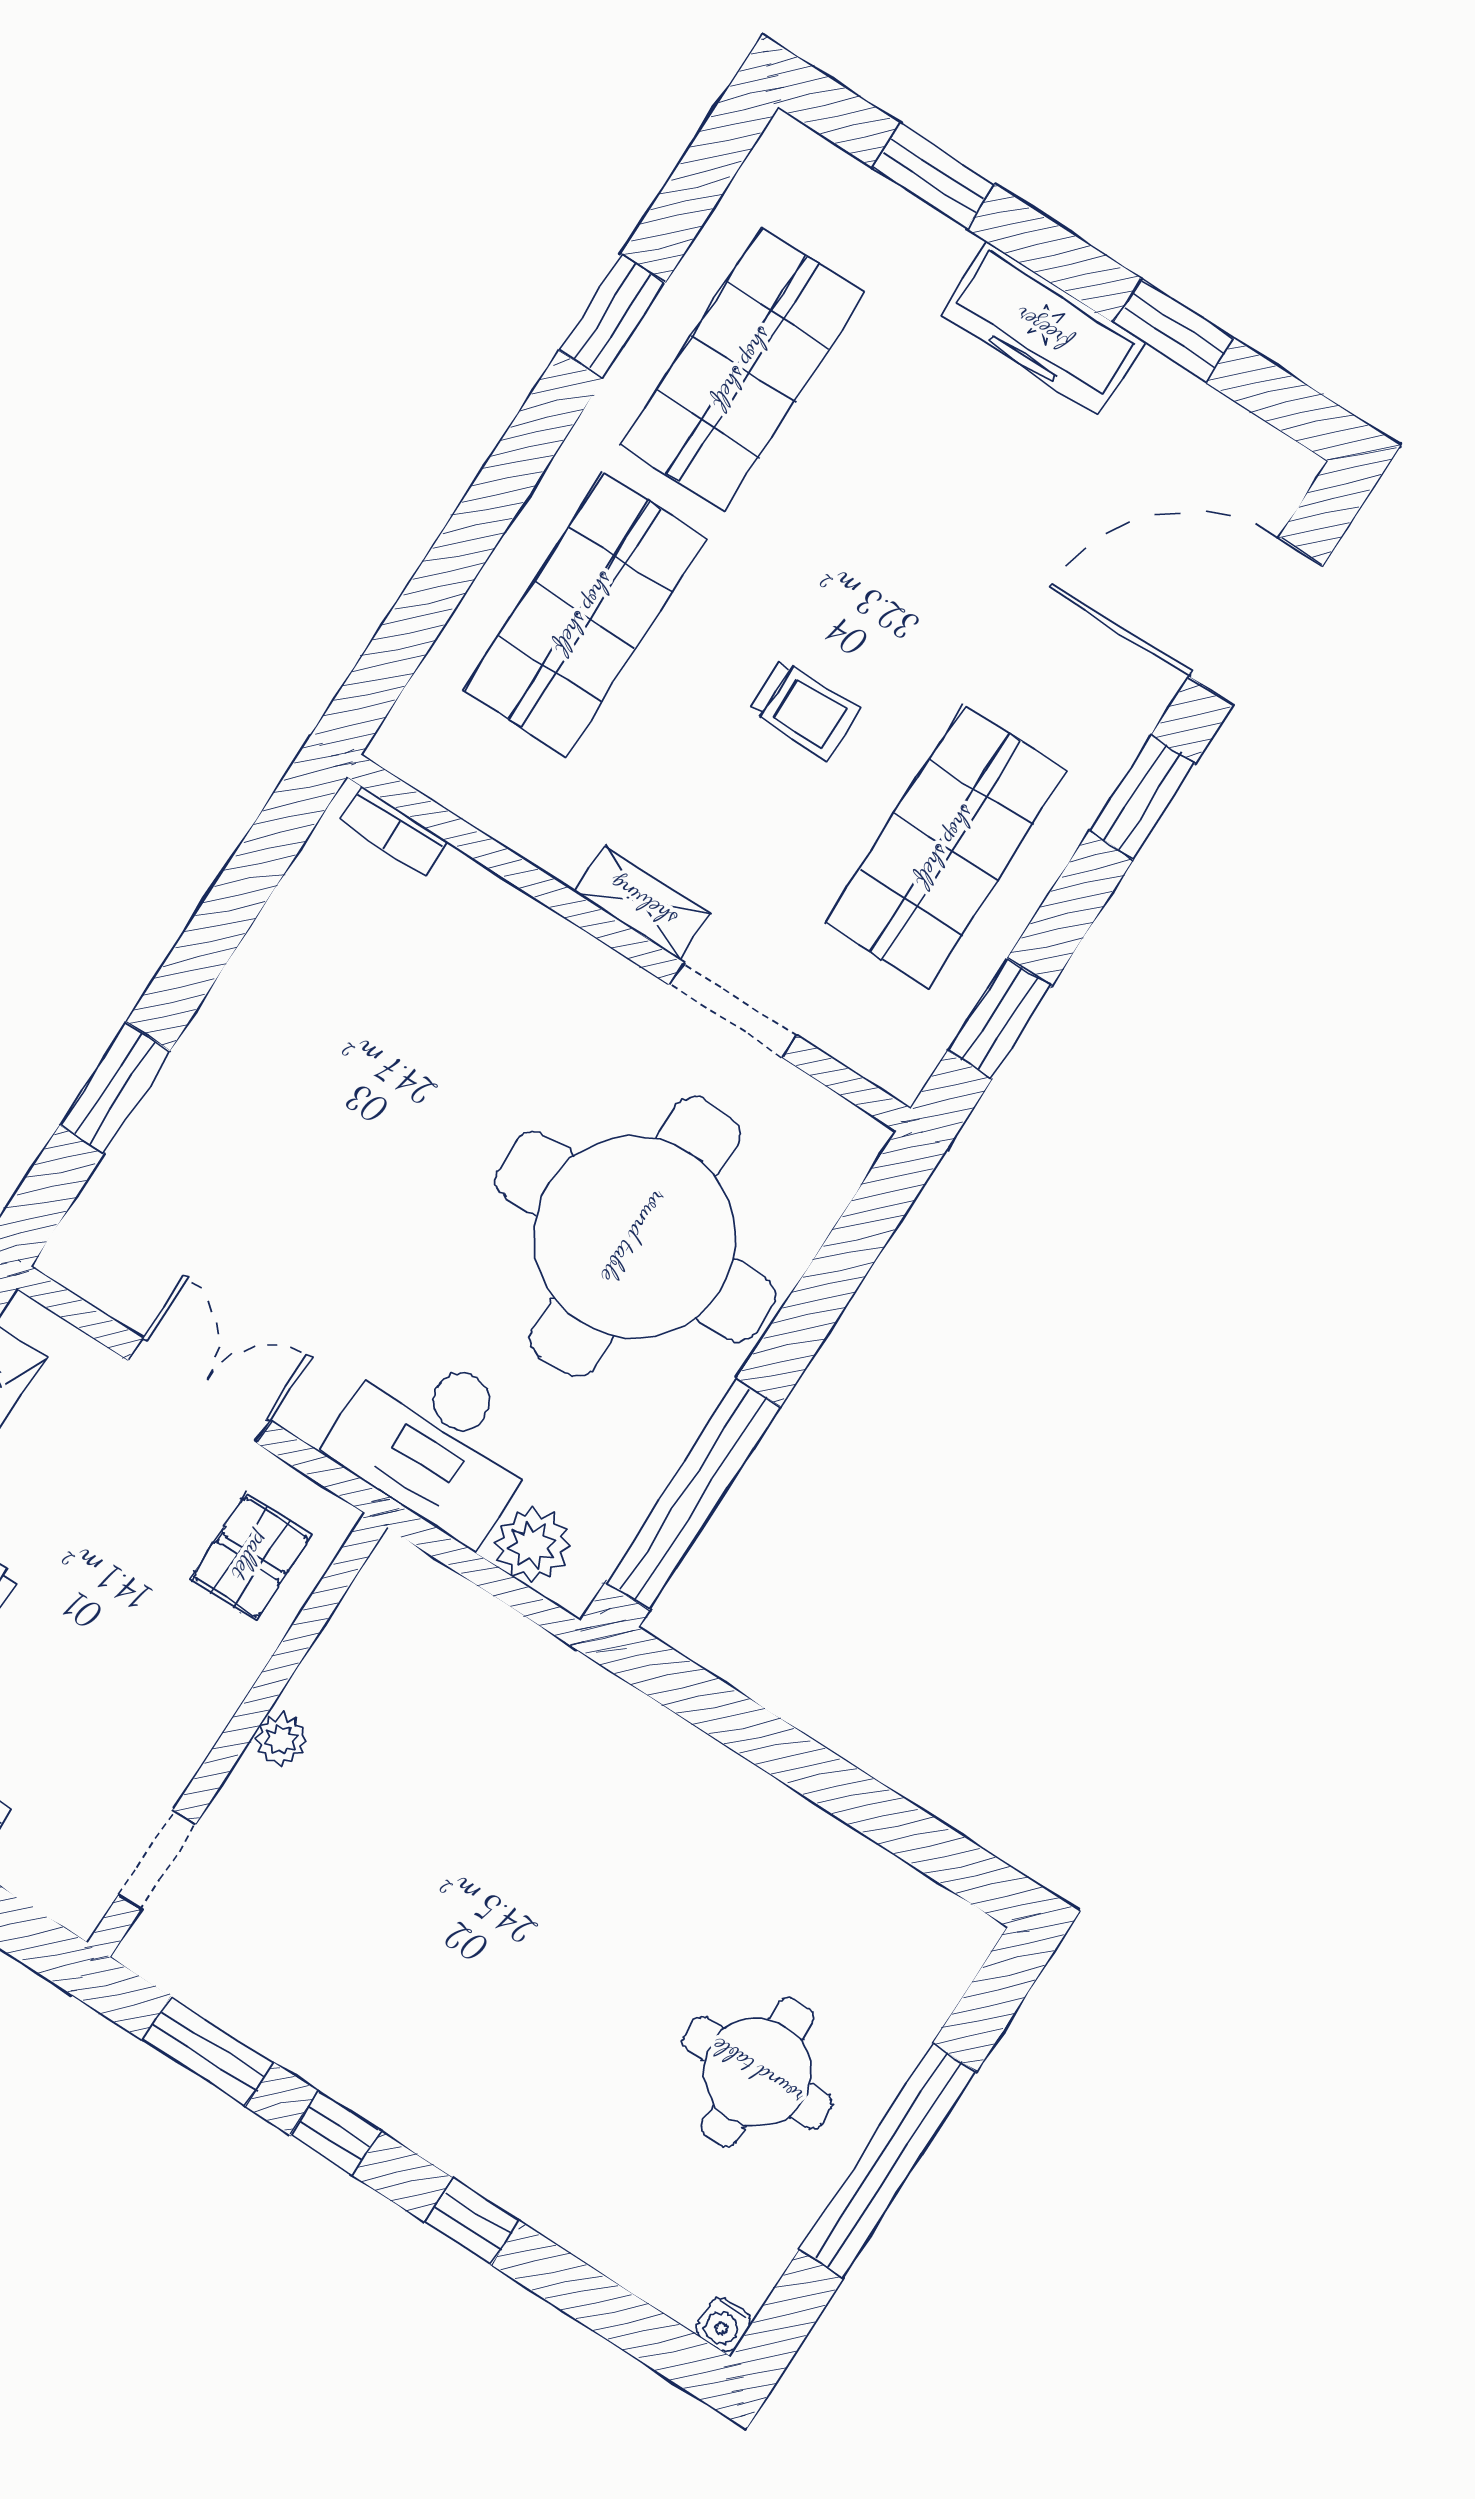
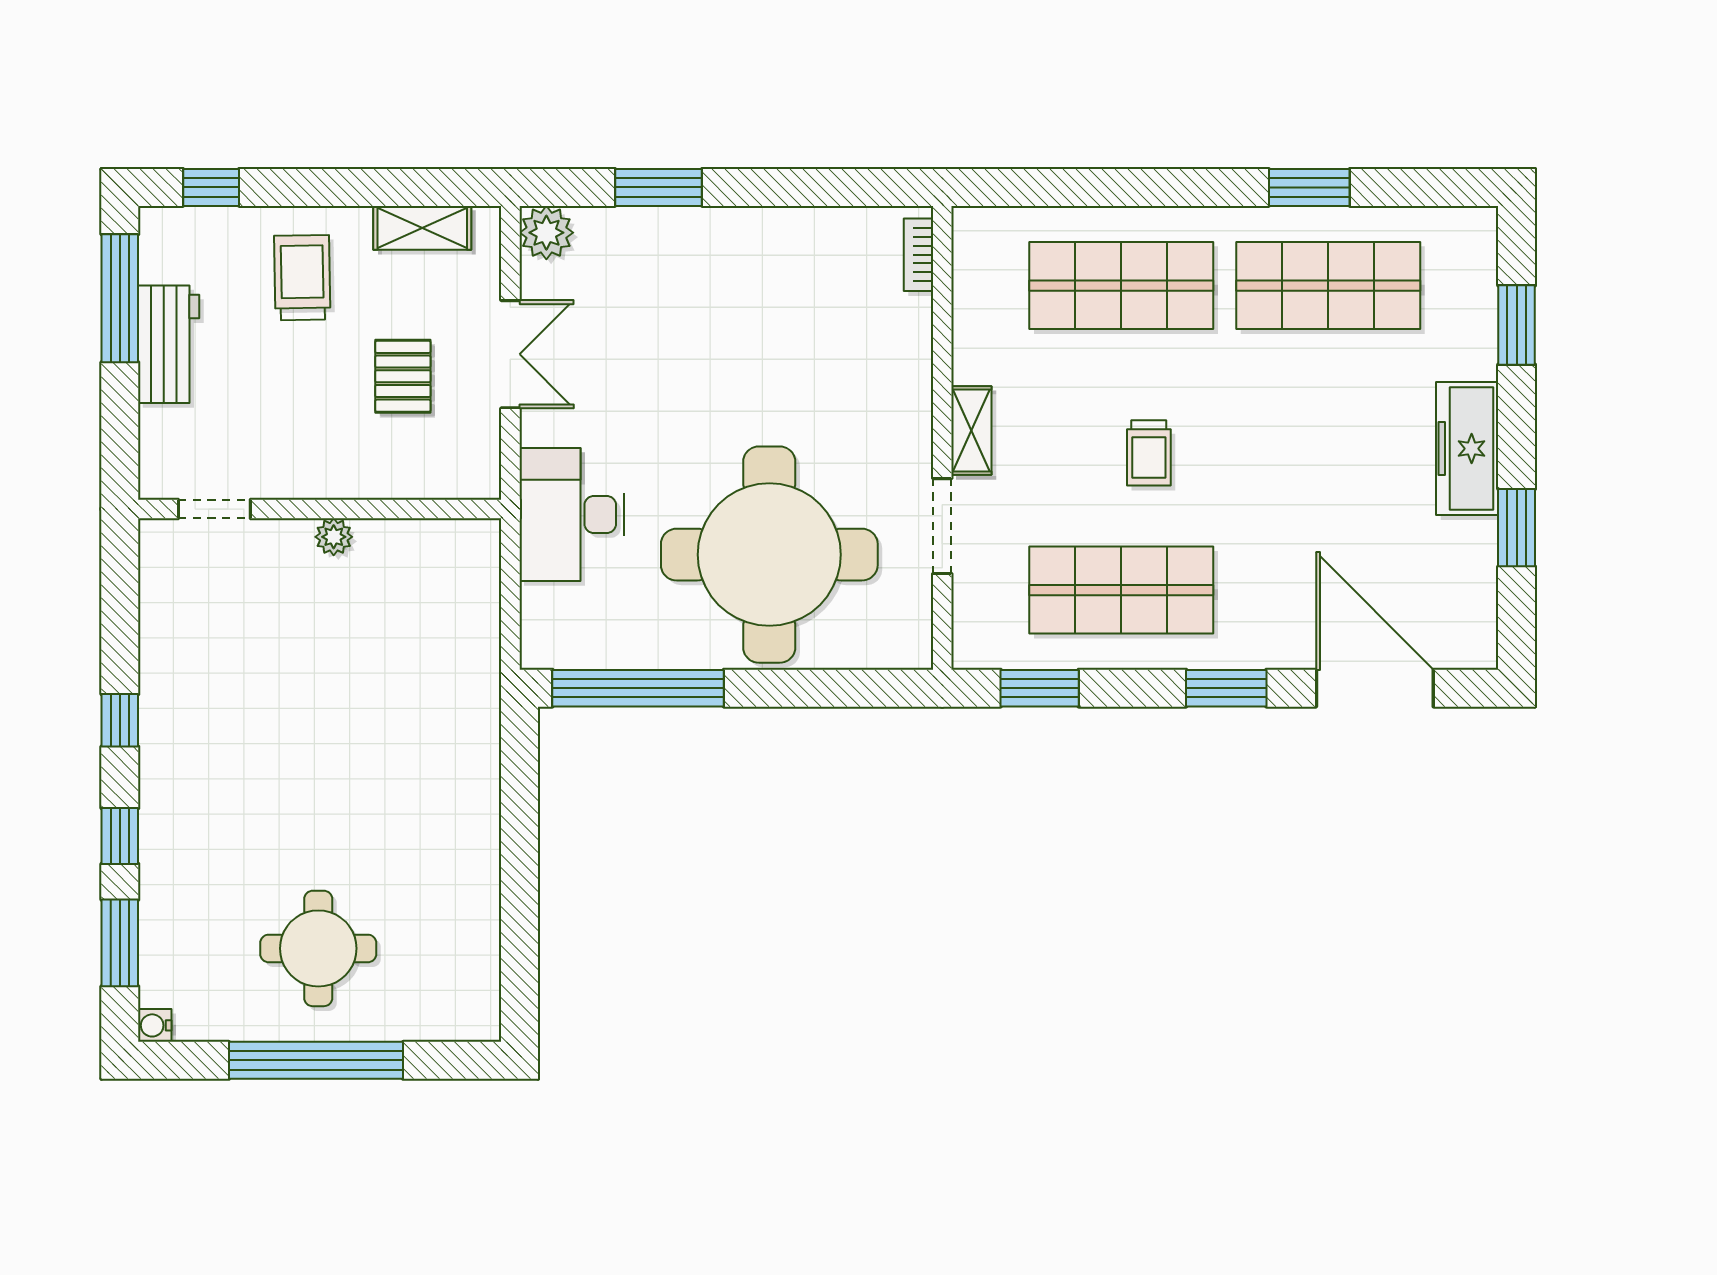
plant: (532, 1545) -> (546, 233), moved
pallet: (251, 1557) -> (403, 376), moved, turned 90
window: (208, 2051) -> (120, 943), moved

